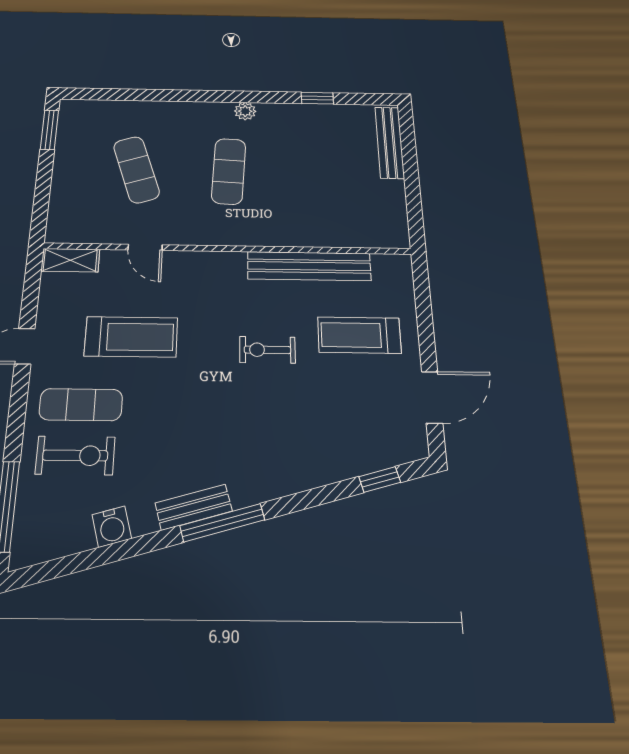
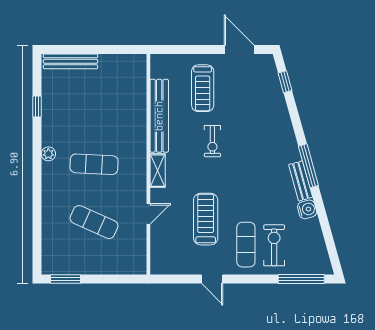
exercise mat: (136, 169) -> (94, 222), turned 42
shelving: (70, 260) -> (158, 171), moved
water cooler: (112, 527) -> (307, 209), moved

